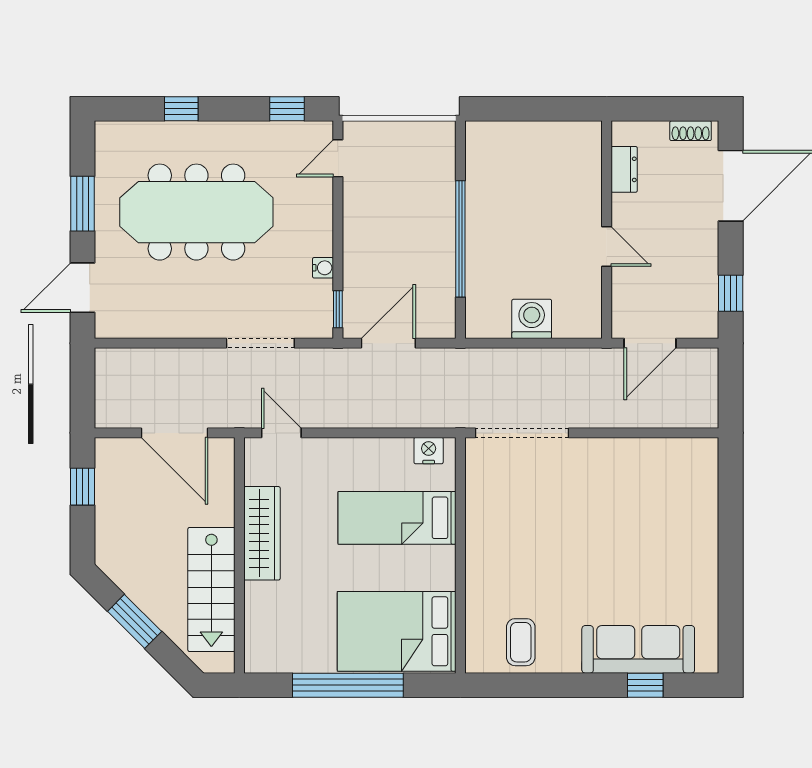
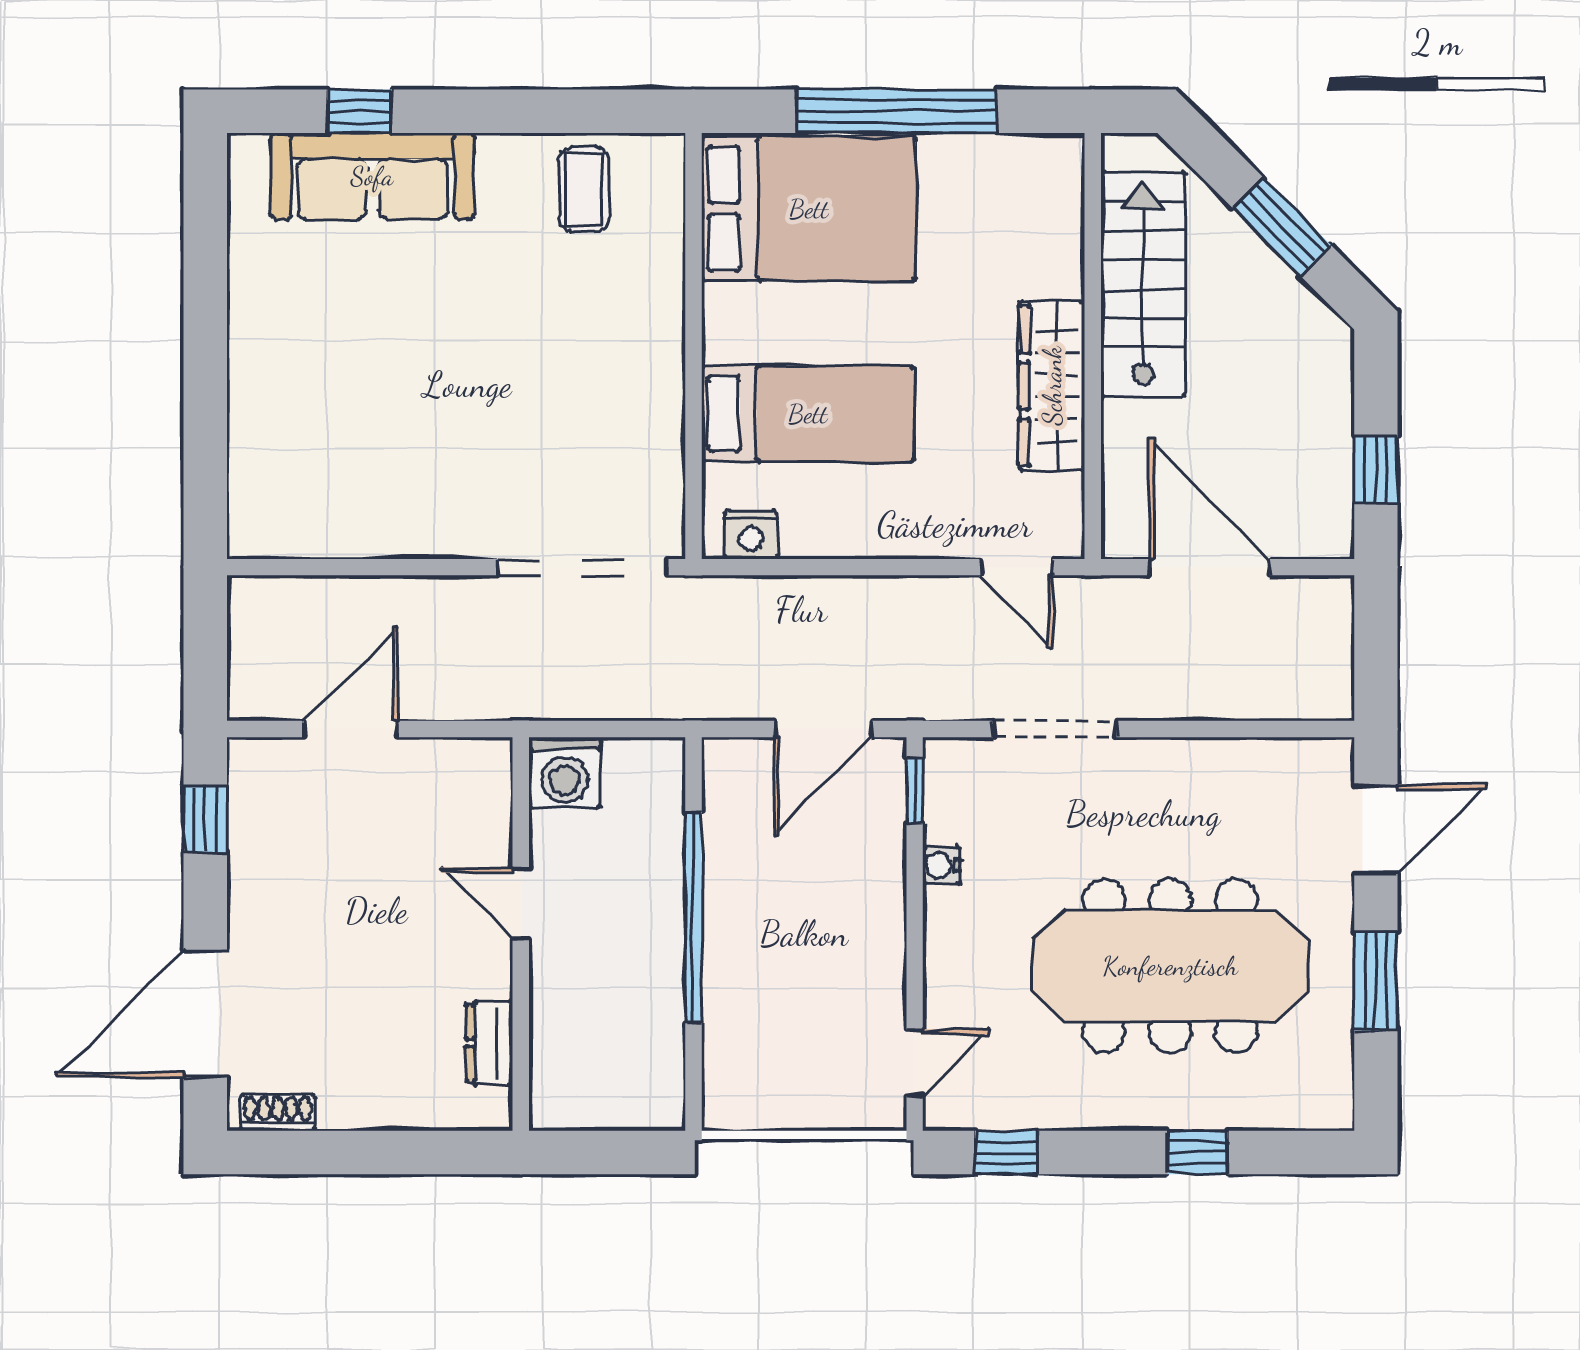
dresser: (624, 169) -> (489, 1043), moved
wall: (607, 230) -> (521, 934), moved
door: (607, 246) -> (521, 904), moved

